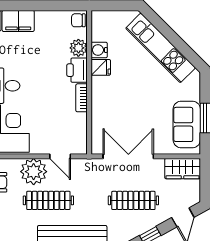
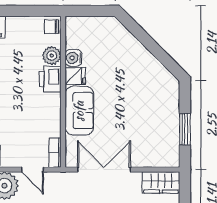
kitchen unit: (161, 48) -> (138, 56), removed
bookcase: (82, 98) -> (55, 153), moved
sofa: (187, 124) -> (79, 111), moved, turned 180

